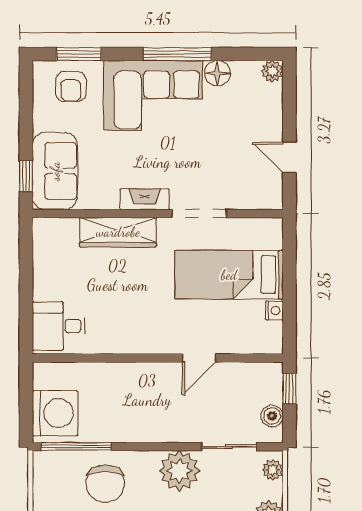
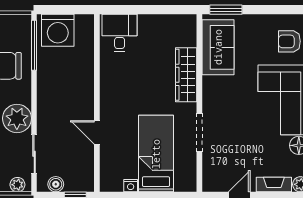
sofa: (55, 171) -> (218, 47), moved, turned -90
window: (26, 176) -> (226, 10), width x1.50
fireplace: (145, 199) -> (274, 185), moved, turned -90

